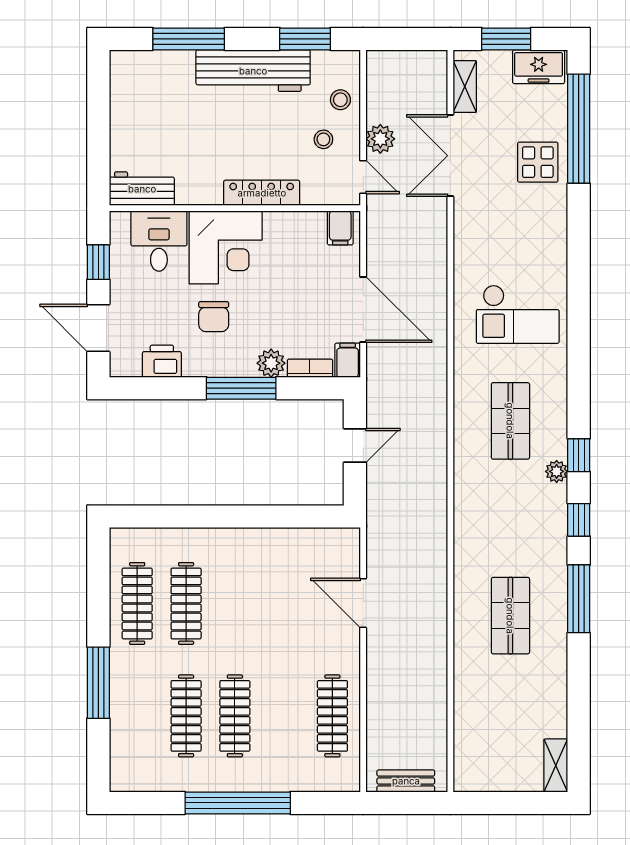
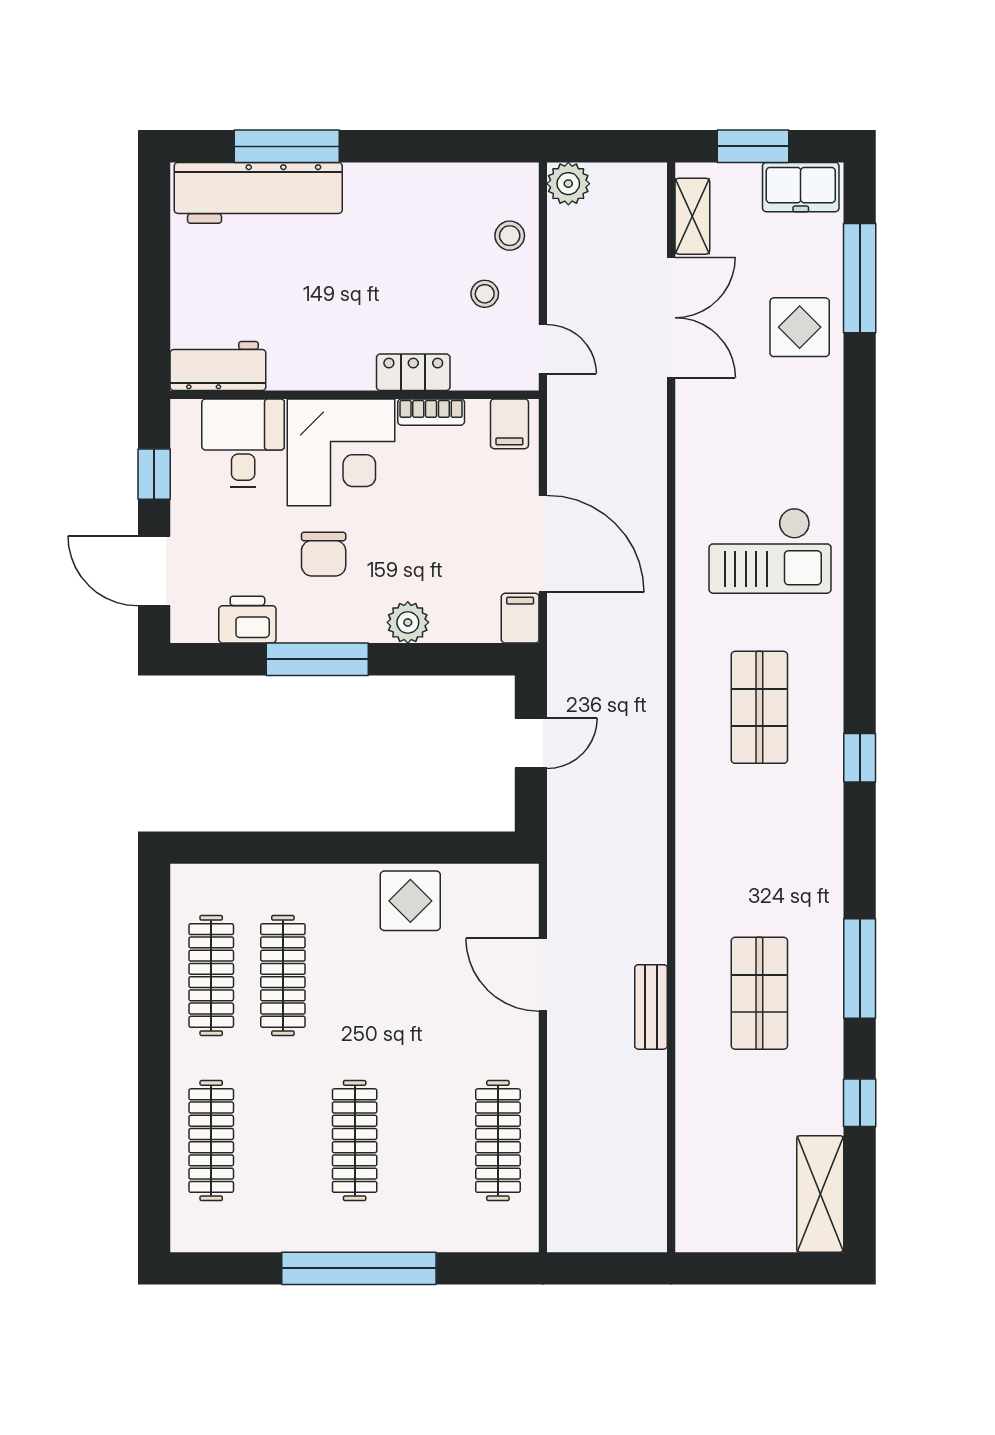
window: (305, 39) -> (458, 146), removed
workbench: (253, 71) -> (258, 193), moved
window: (579, 129) -> (860, 278), width x0.68
plant: (380, 139) -> (568, 184), moved
double door: (450, 156) -> (671, 318), swing flipped
locker: (262, 193) -> (413, 372), width x0.66
bookcase: (310, 368) -> (431, 412), moved, turned 180
window: (241, 388) -> (317, 659), moved
plant: (557, 471) -> (827, 782), removed
window: (579, 520) -> (860, 1103), moved
display table: (273, 553) -> (410, 901), added
window: (98, 683) -> (154, 1092), removed
clothes rail: (186, 716) -> (211, 1141), moved
shelving: (556, 765) -> (820, 1194), width x1.50, depth x1.33
bench: (406, 781) -> (651, 1007), moved, turned 90

